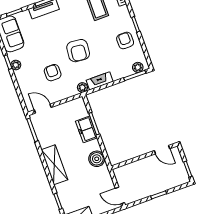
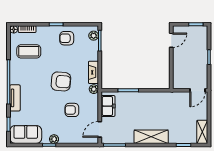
freezer: (86, 129) -> (108, 106), moved, turned -90
boiler: (97, 159) -> (159, 99), removed

